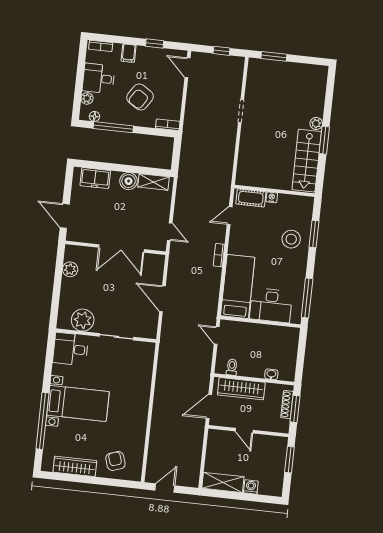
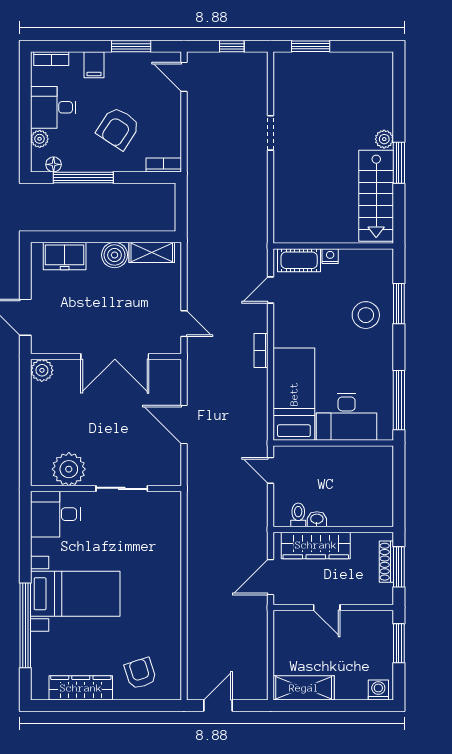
window: (155, 43) -> (131, 46), width x1.50
plant: (70, 269) -> (42, 370), moved
washbasin: (271, 374) -> (317, 519), moved
washing machine: (251, 487) -> (378, 690), moved

